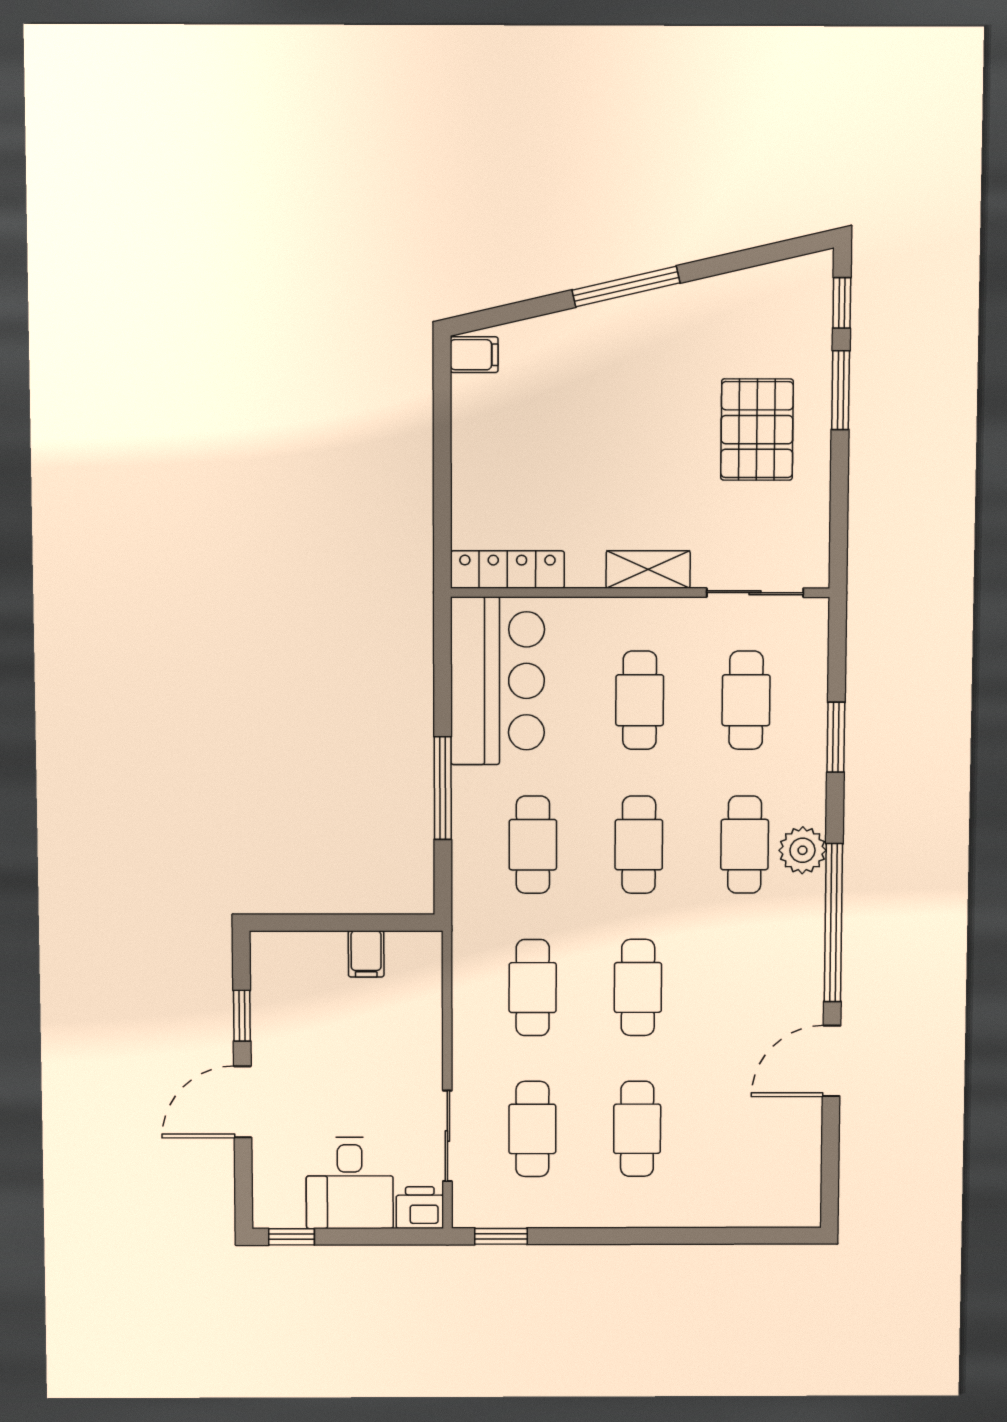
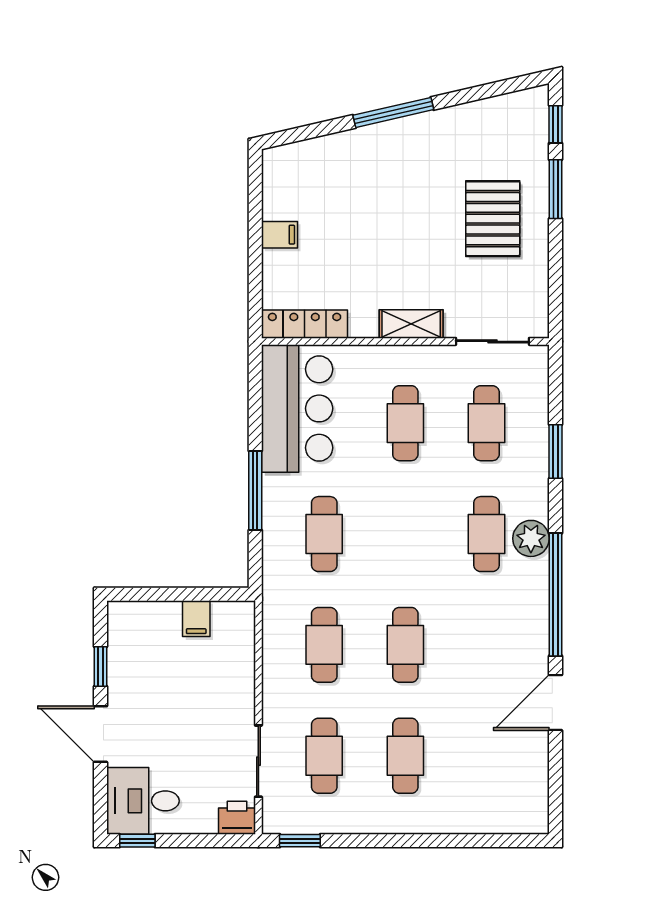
filing cabinet: (474, 355) -> (279, 235), moved
cafe table: (639, 845) -> (405, 534), removed
door: (243, 1102) -> (100, 734), hinge flipped
desk: (350, 1183) -> (143, 801), moved, turned 90

